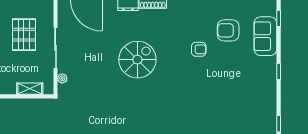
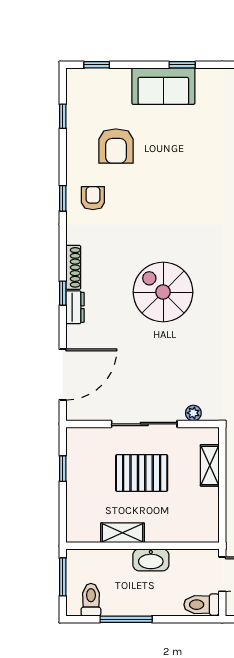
pallet: (24, 35) -> (142, 473), moved
sofa: (265, 36) -> (163, 86), moved
armchair: (199, 49) -> (93, 198), moved

